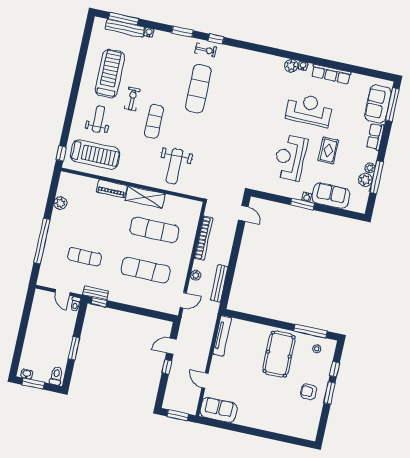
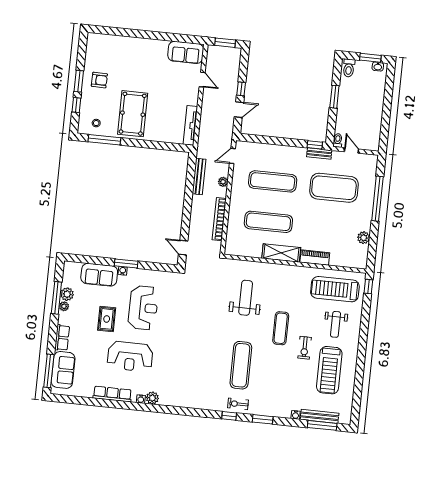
weight bench: (174, 166) -> (246, 298), moved
exercise mat: (85, 257) -> (334, 188), width x2.00, depth x1.45

